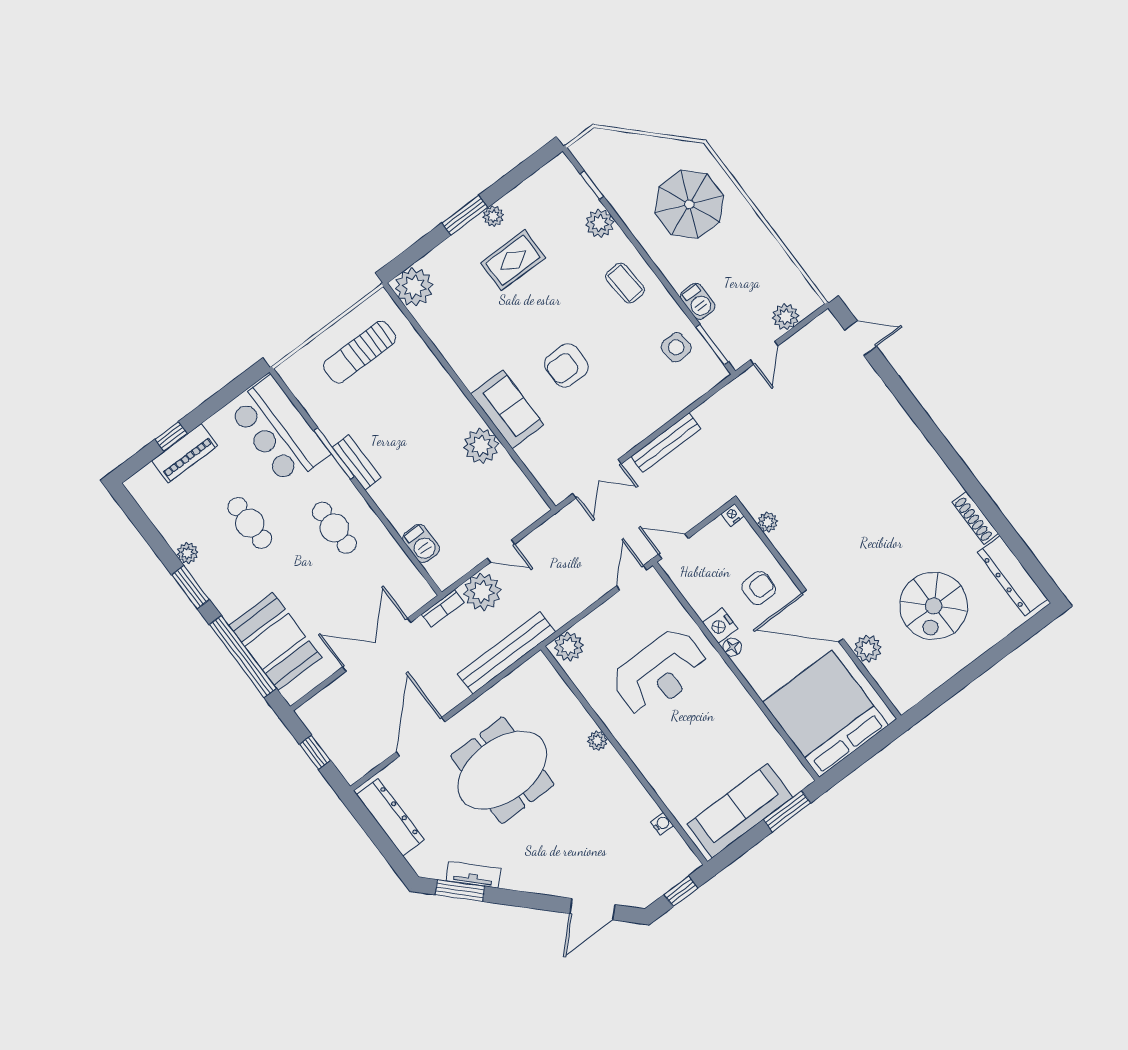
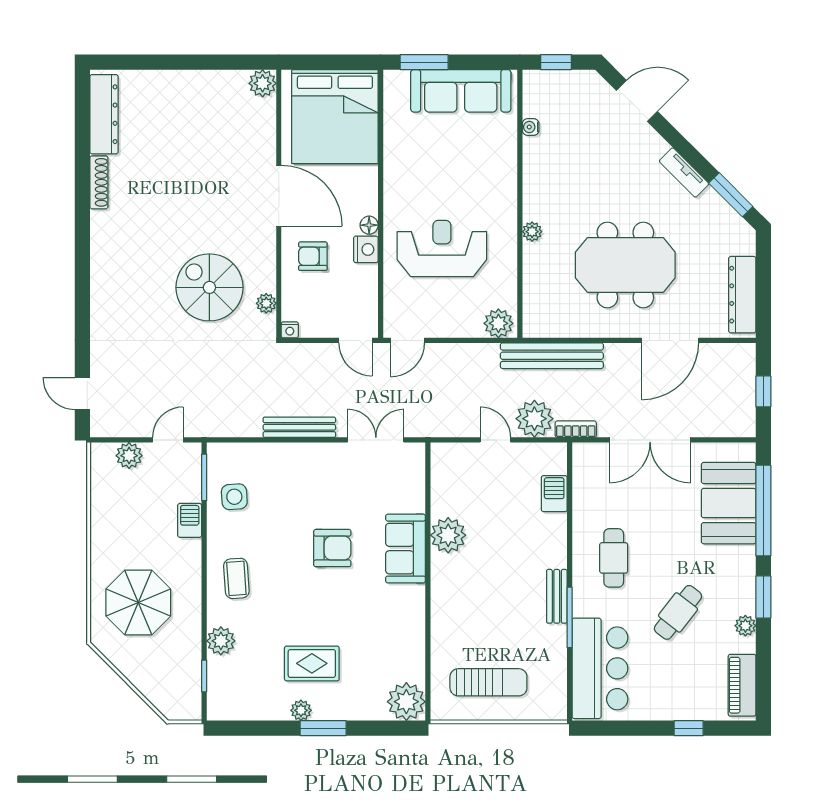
piano: (185, 453) -> (742, 685), moved, turned -90
cafe table: (250, 523) -> (678, 612), turned 38
spiral stairs: (934, 606) -> (209, 287), moved, turned -90
plant: (868, 649) -> (263, 83), moved
tv unit: (473, 875) -> (684, 172), moved

